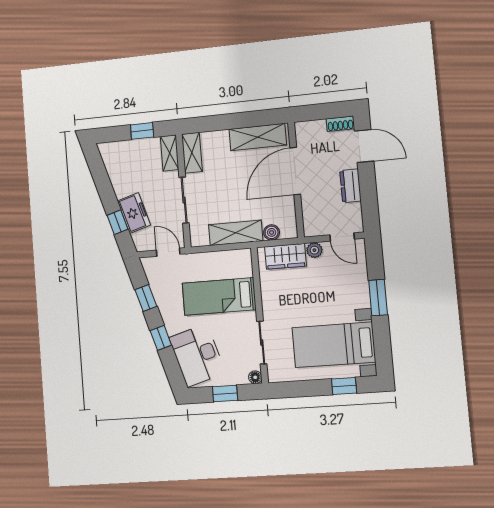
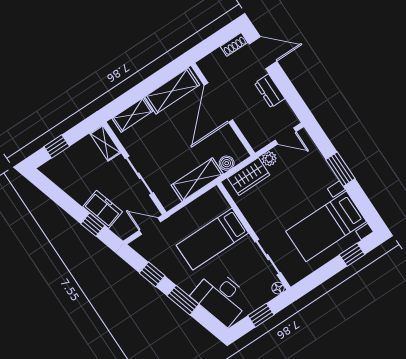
window: (142, 131) -> (57, 146), moved
shelving: (192, 153) -> (132, 115), moved, turned 90
window: (161, 338) -> (183, 300), width x1.50

